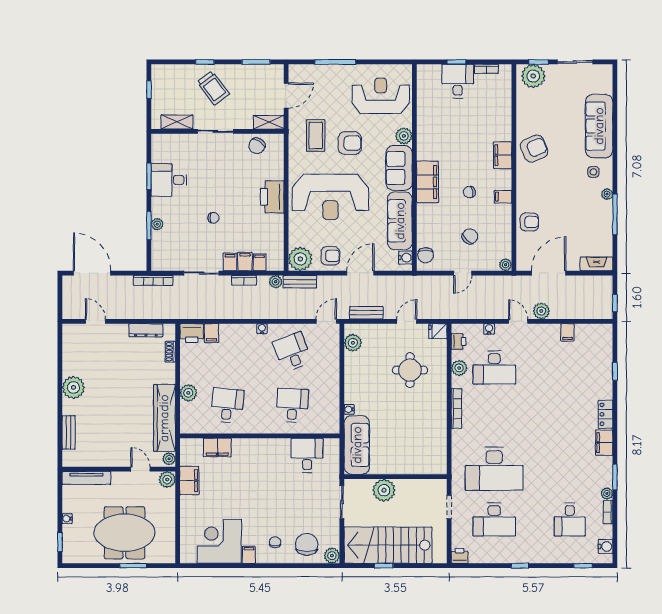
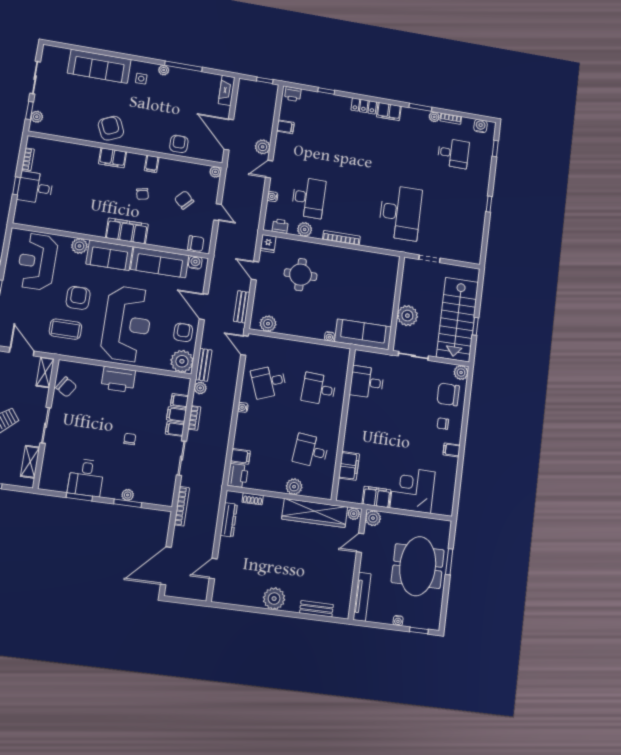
plant: (533, 76) -> (37, 117), width x0.53, depth x0.53
desk: (494, 519) -> (445, 220), removed
corner desk: (219, 541) -> (413, 490), moved, turned 90
printer: (460, 556) -> (293, 94), moved, turned -90

